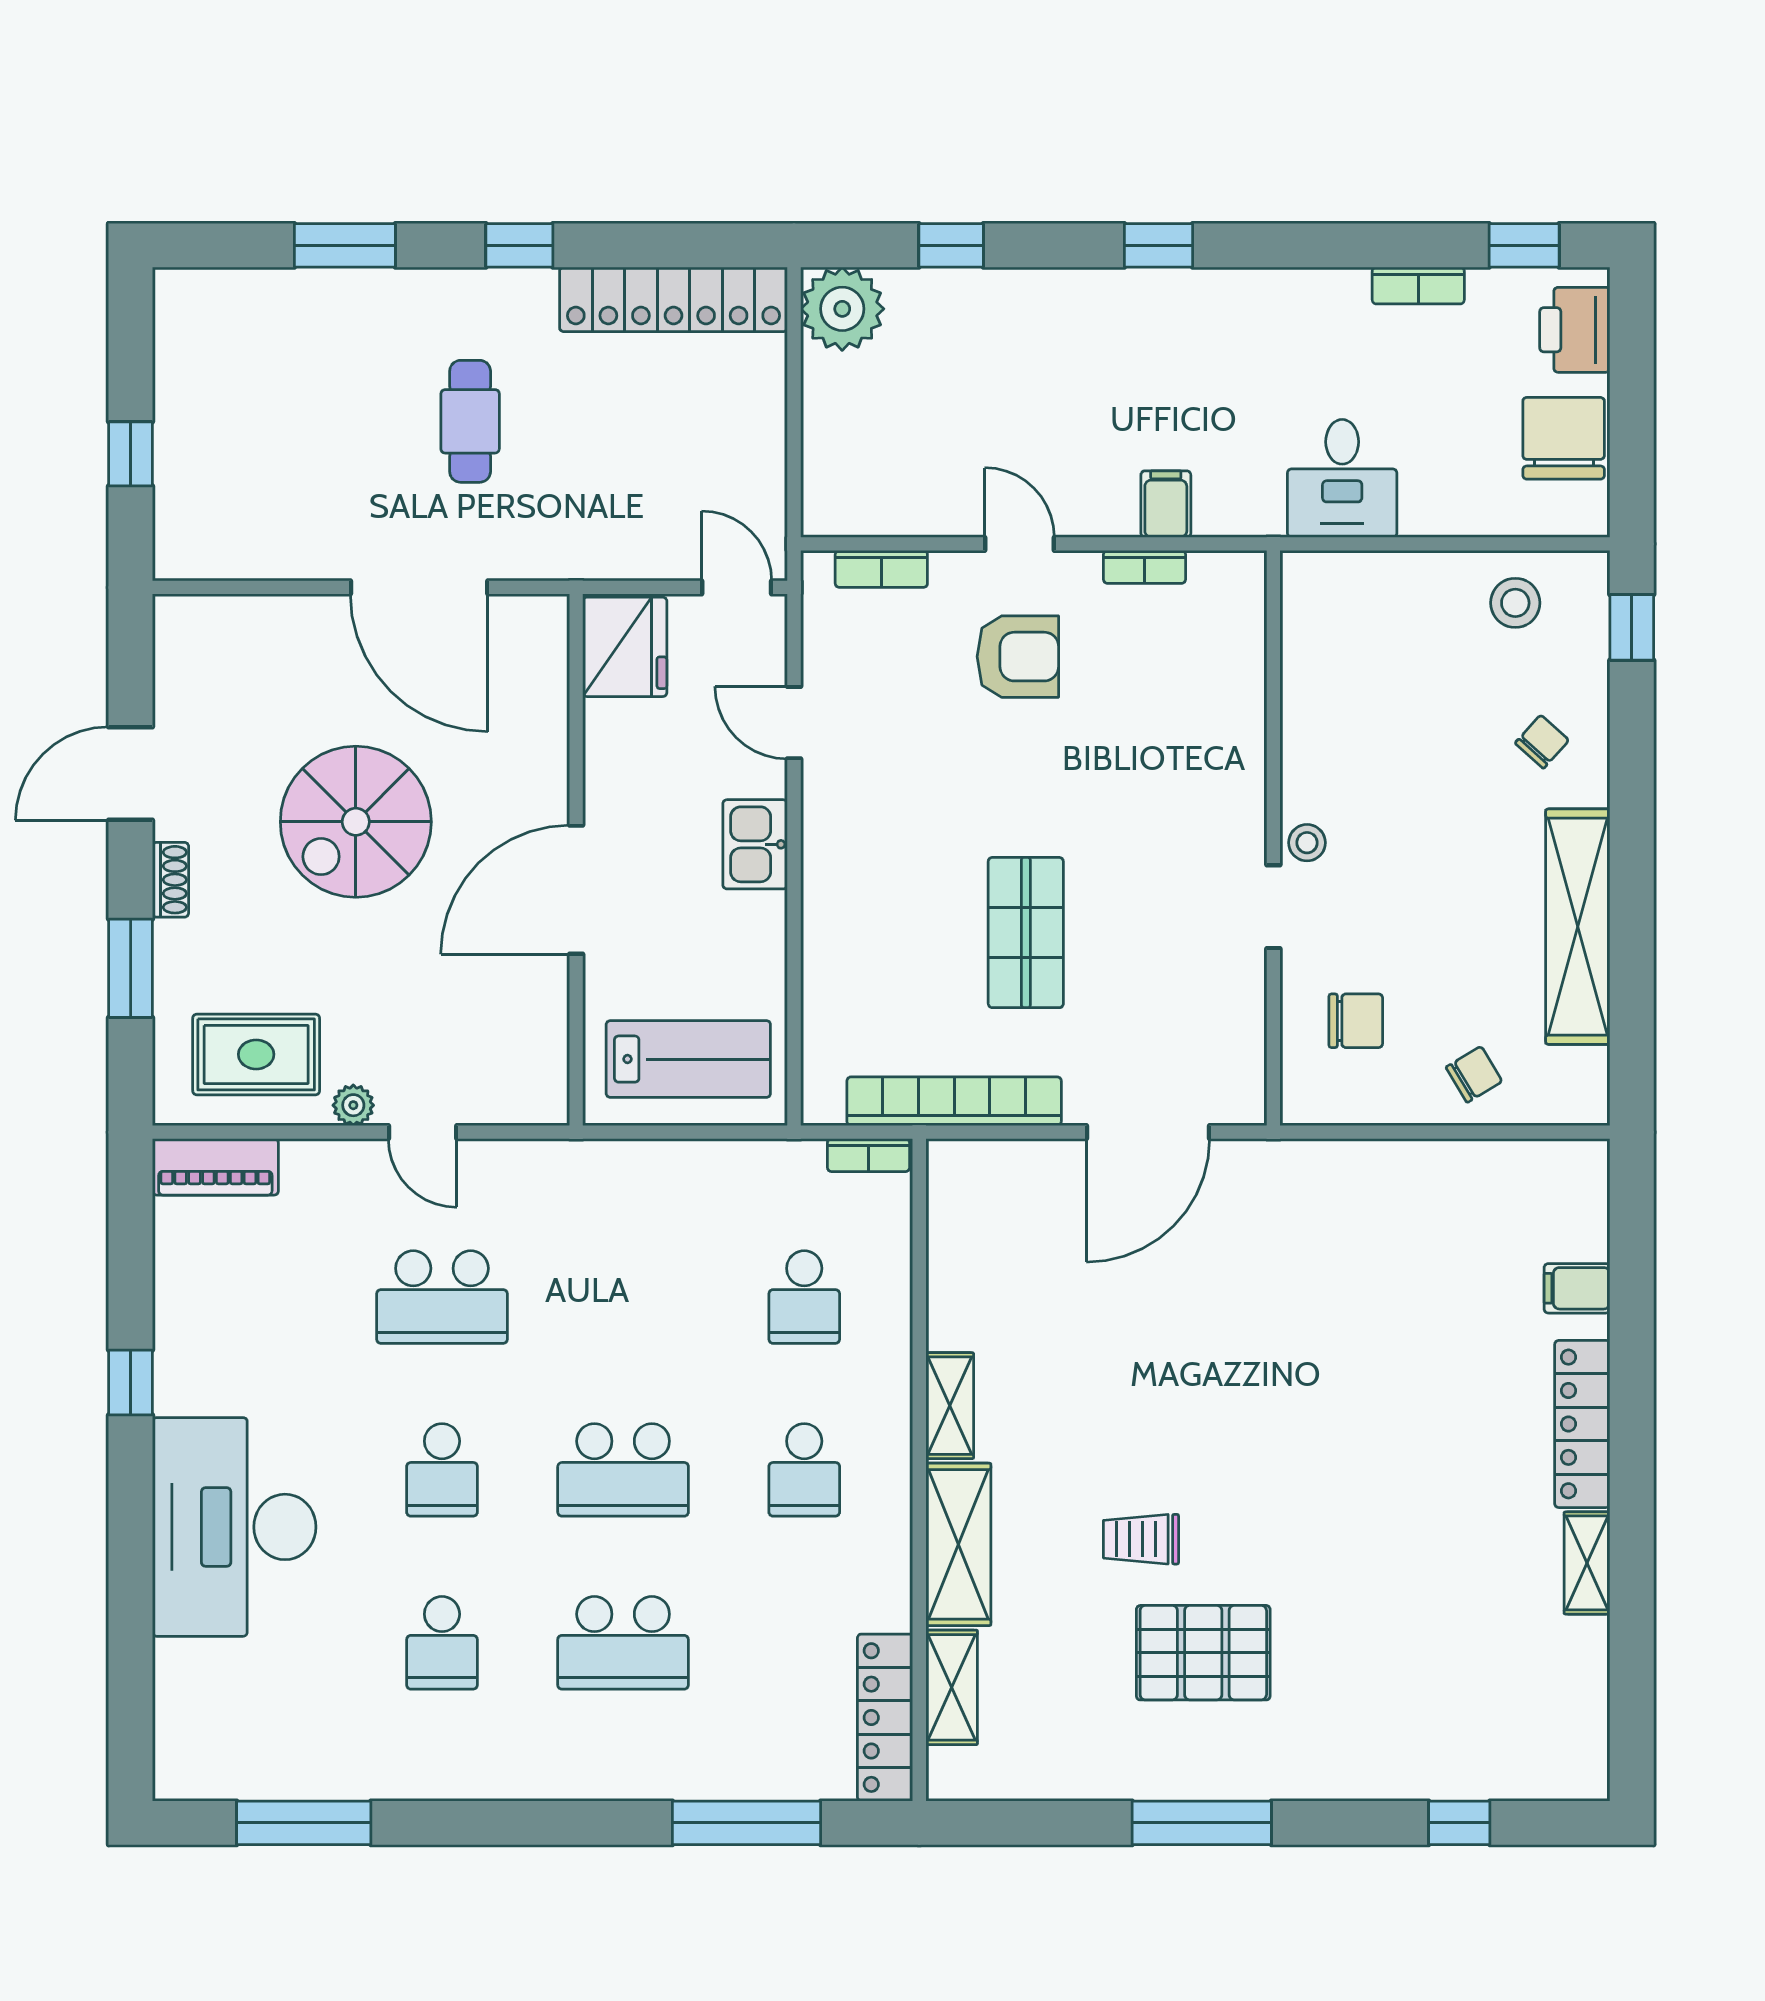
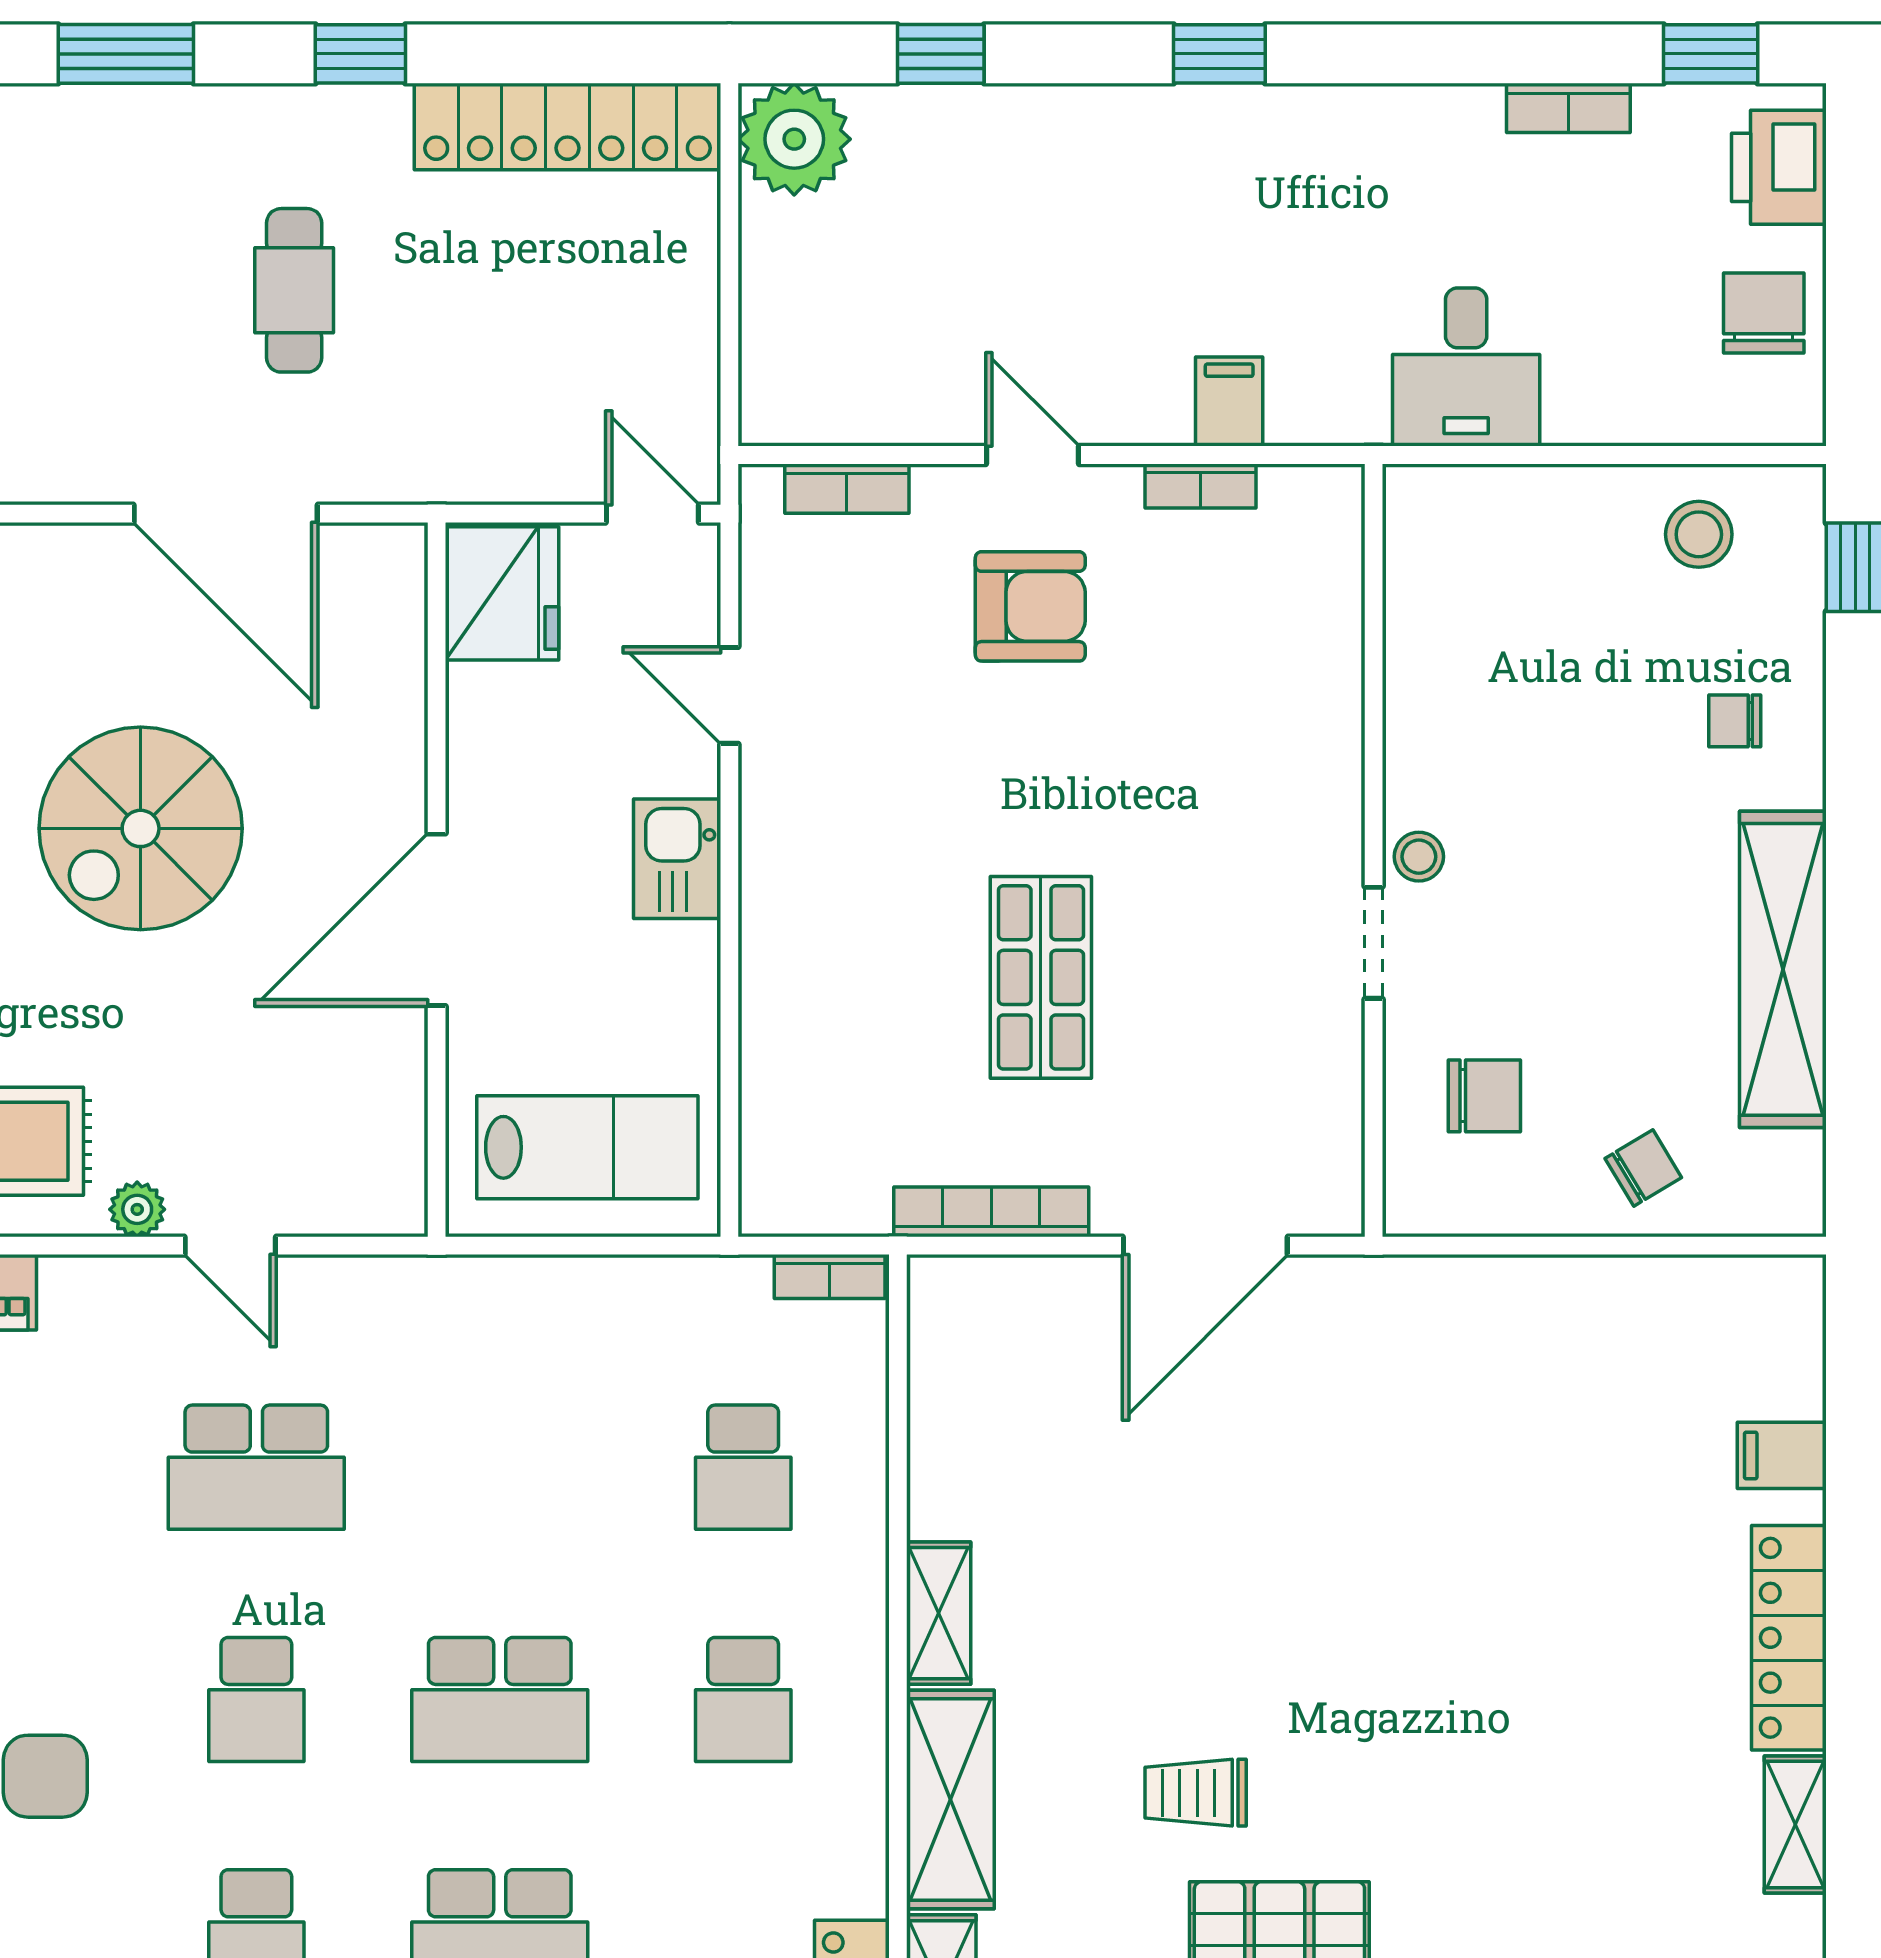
chair: (1564, 438) -> (1764, 313), width x0.73, depth x0.73
chair: (1542, 742) -> (1735, 721), turned -132
bookcase: (954, 1101) -> (991, 1212), width x0.68, depth x0.76

